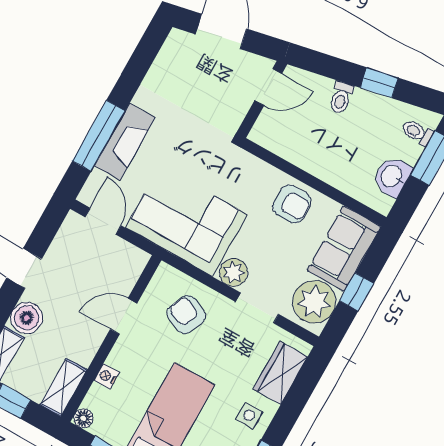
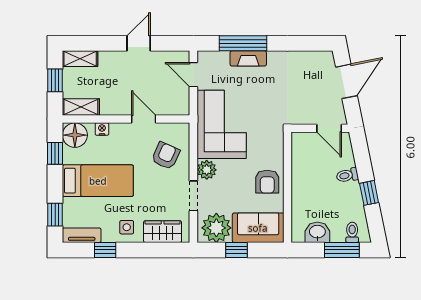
fireplace: (125, 142) -> (248, 58), width x0.73, depth x0.76
door: (103, 221) -> (193, 75), swing flipped
boiler: (27, 318) -> (110, 62), removed
floor lamp: (83, 418) -> (75, 135), width x1.89, depth x1.89

